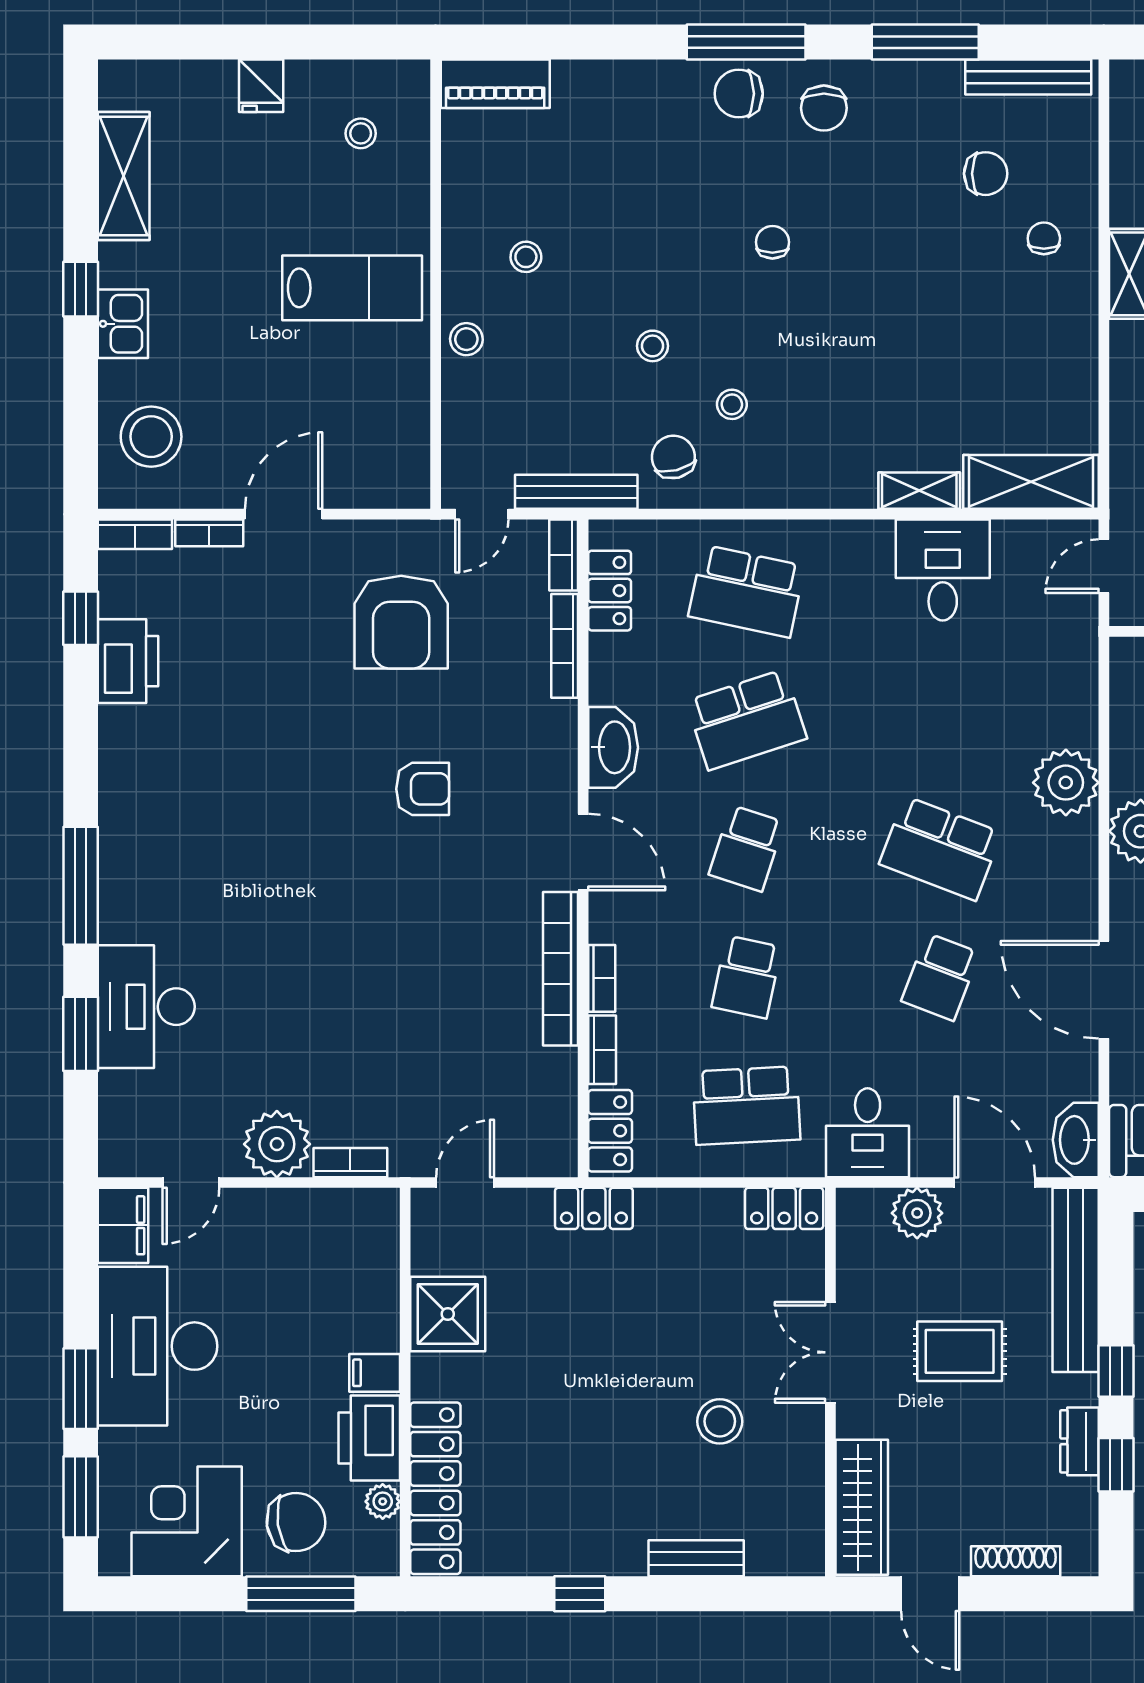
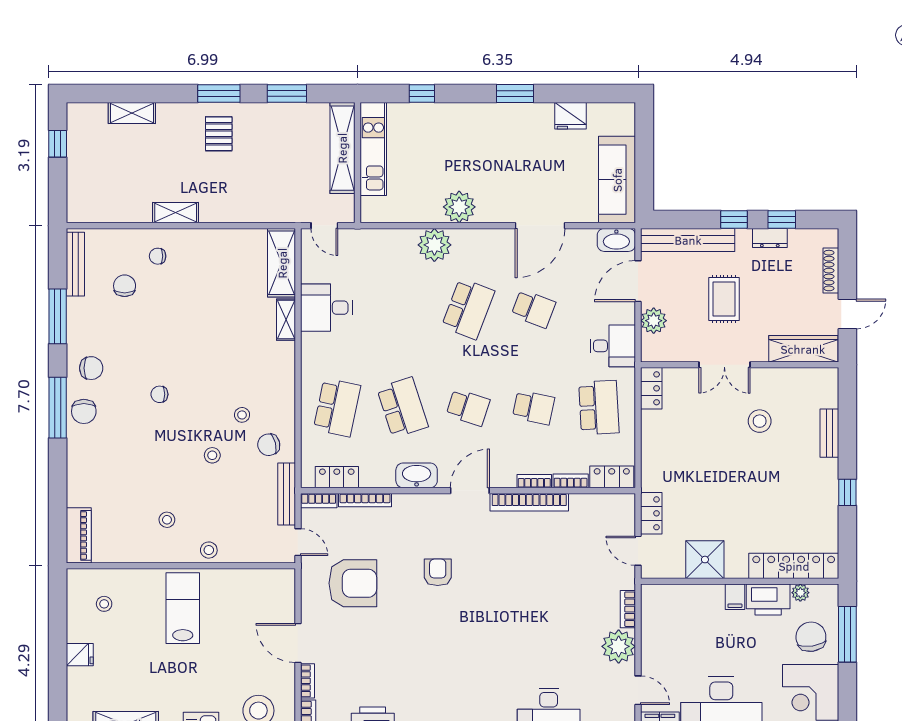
locker: (594, 1208) -> (651, 513), moved

